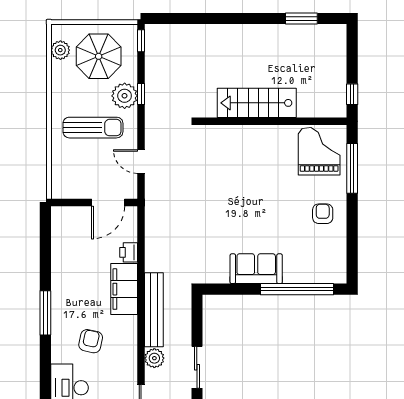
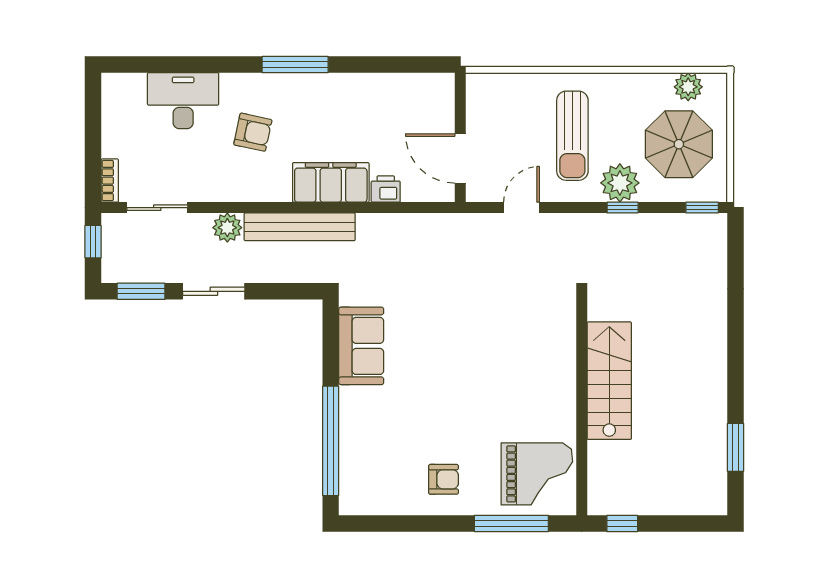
sofa: (256, 269) -> (361, 346), moved

